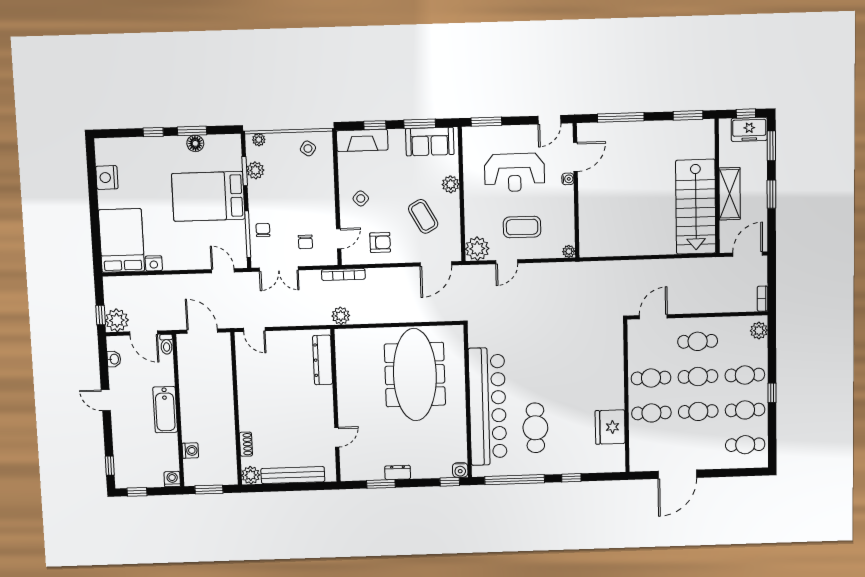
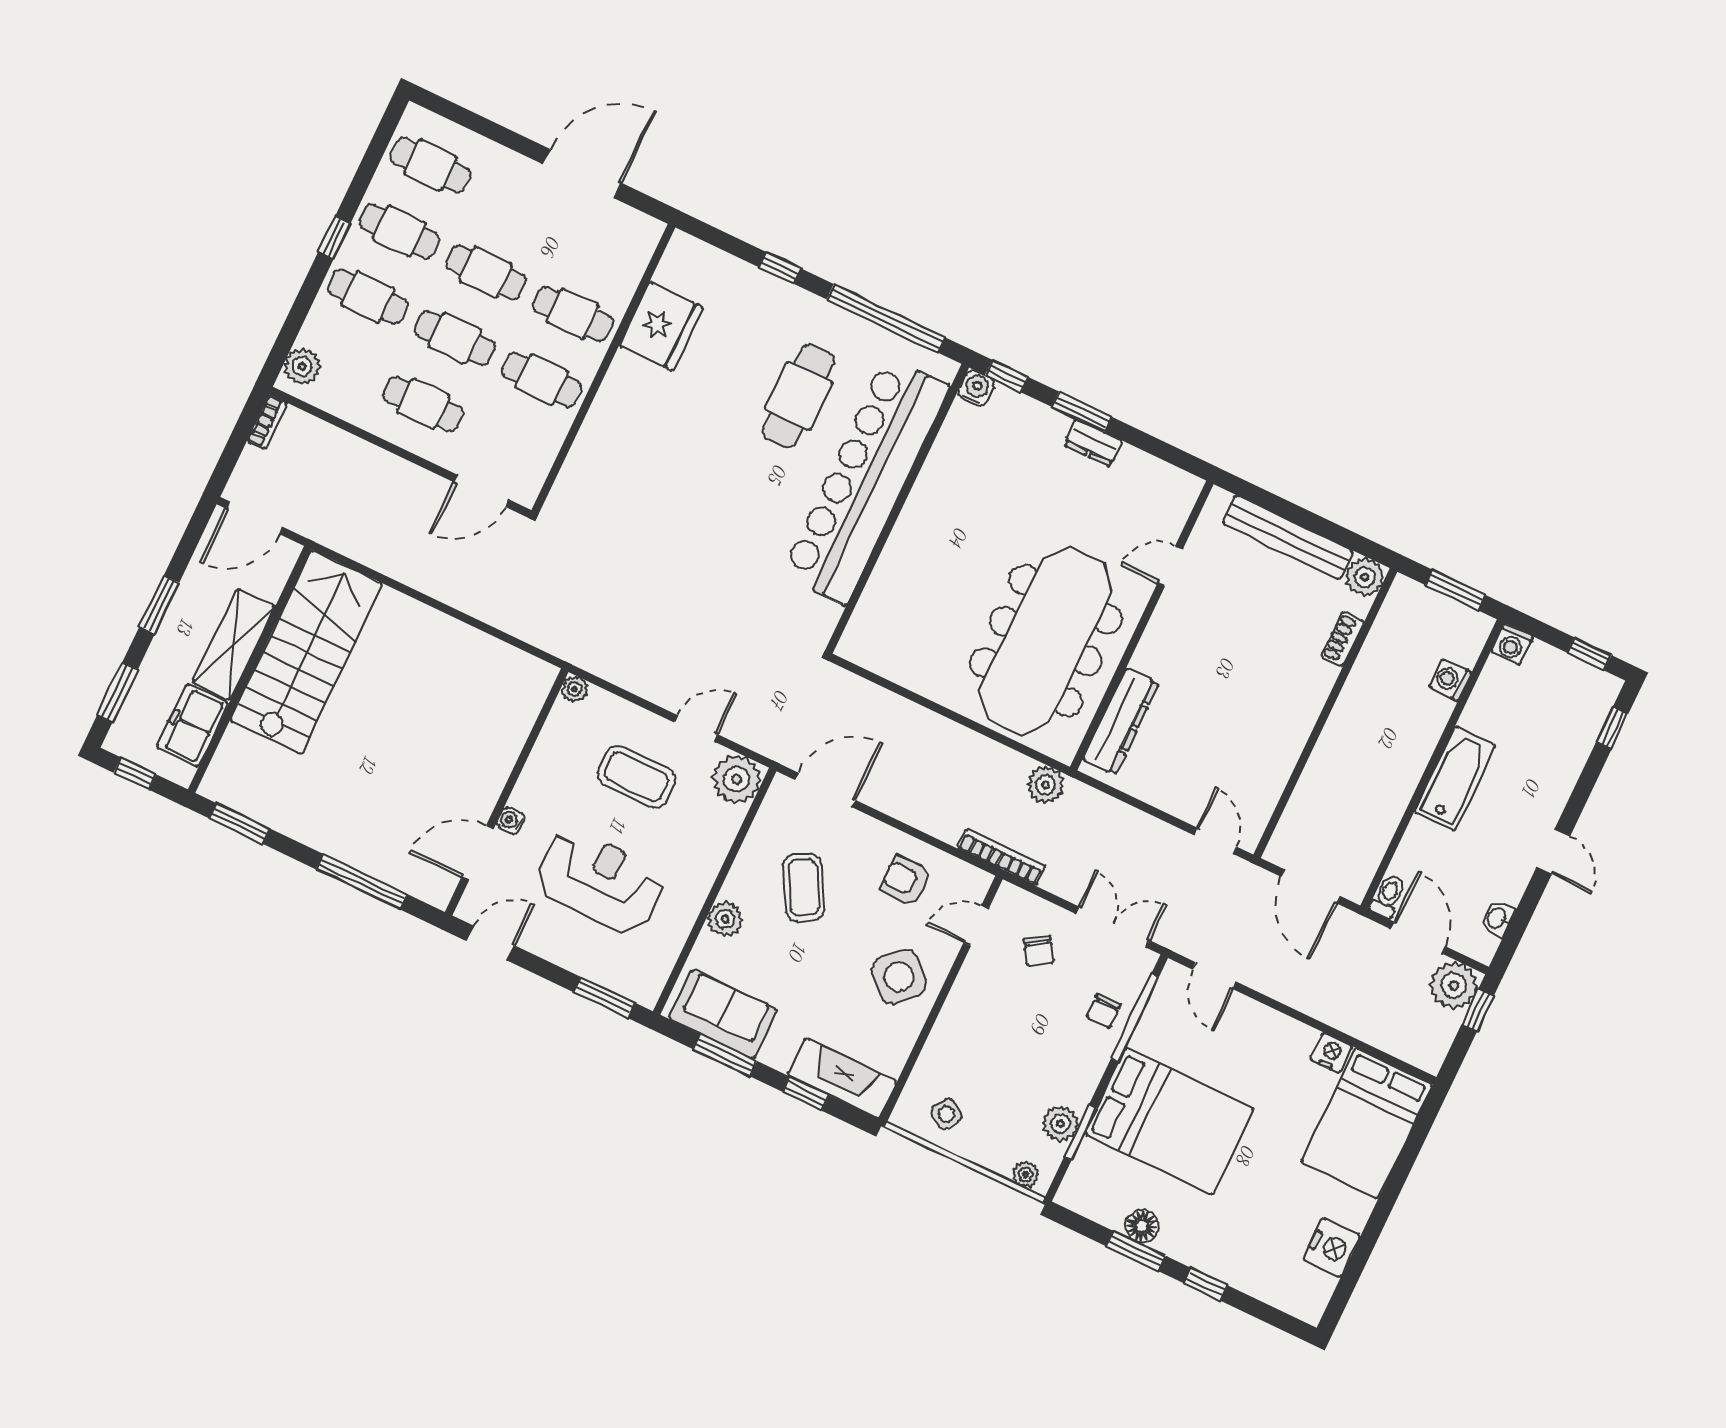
freezer: (749, 129) -> (193, 725), moved, turned -90
side table: (361, 198) -> (899, 977), width x1.87, depth x1.87
chair: (305, 242) -> (1039, 951), turned 147
meeting table: (415, 375) -> (1046, 641), moved
window: (381, 484) -> (1082, 412), moved

